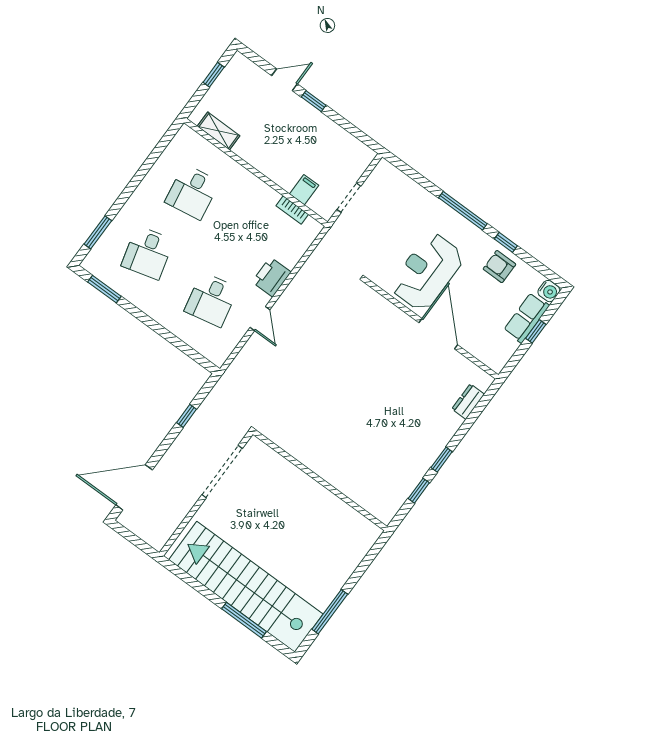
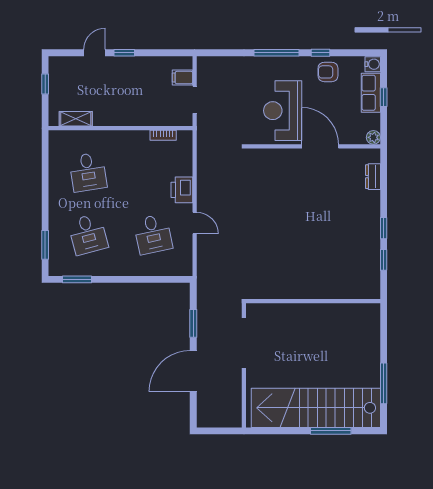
filing cabinet: (304, 190) -> (182, 78), moved, turned -90
plant: (497, 363) -> (373, 137), added
window: (187, 416) -> (193, 323), width x1.50
door: (134, 487) -> (193, 371), moved

